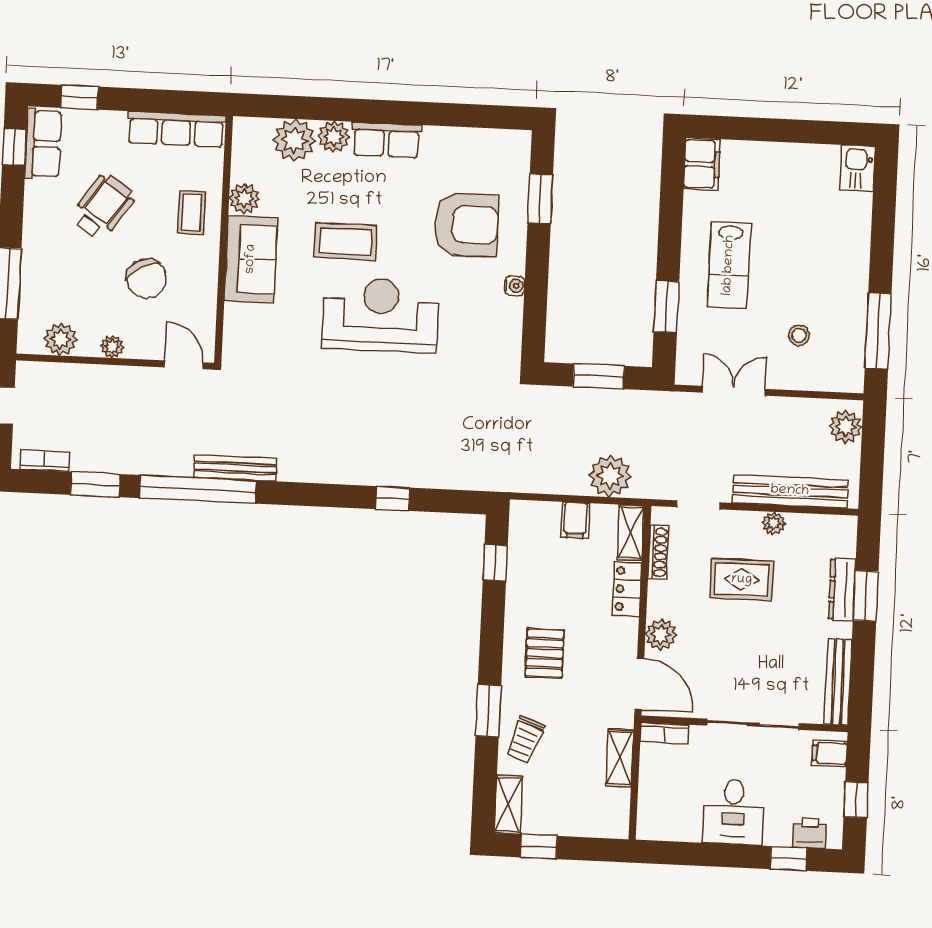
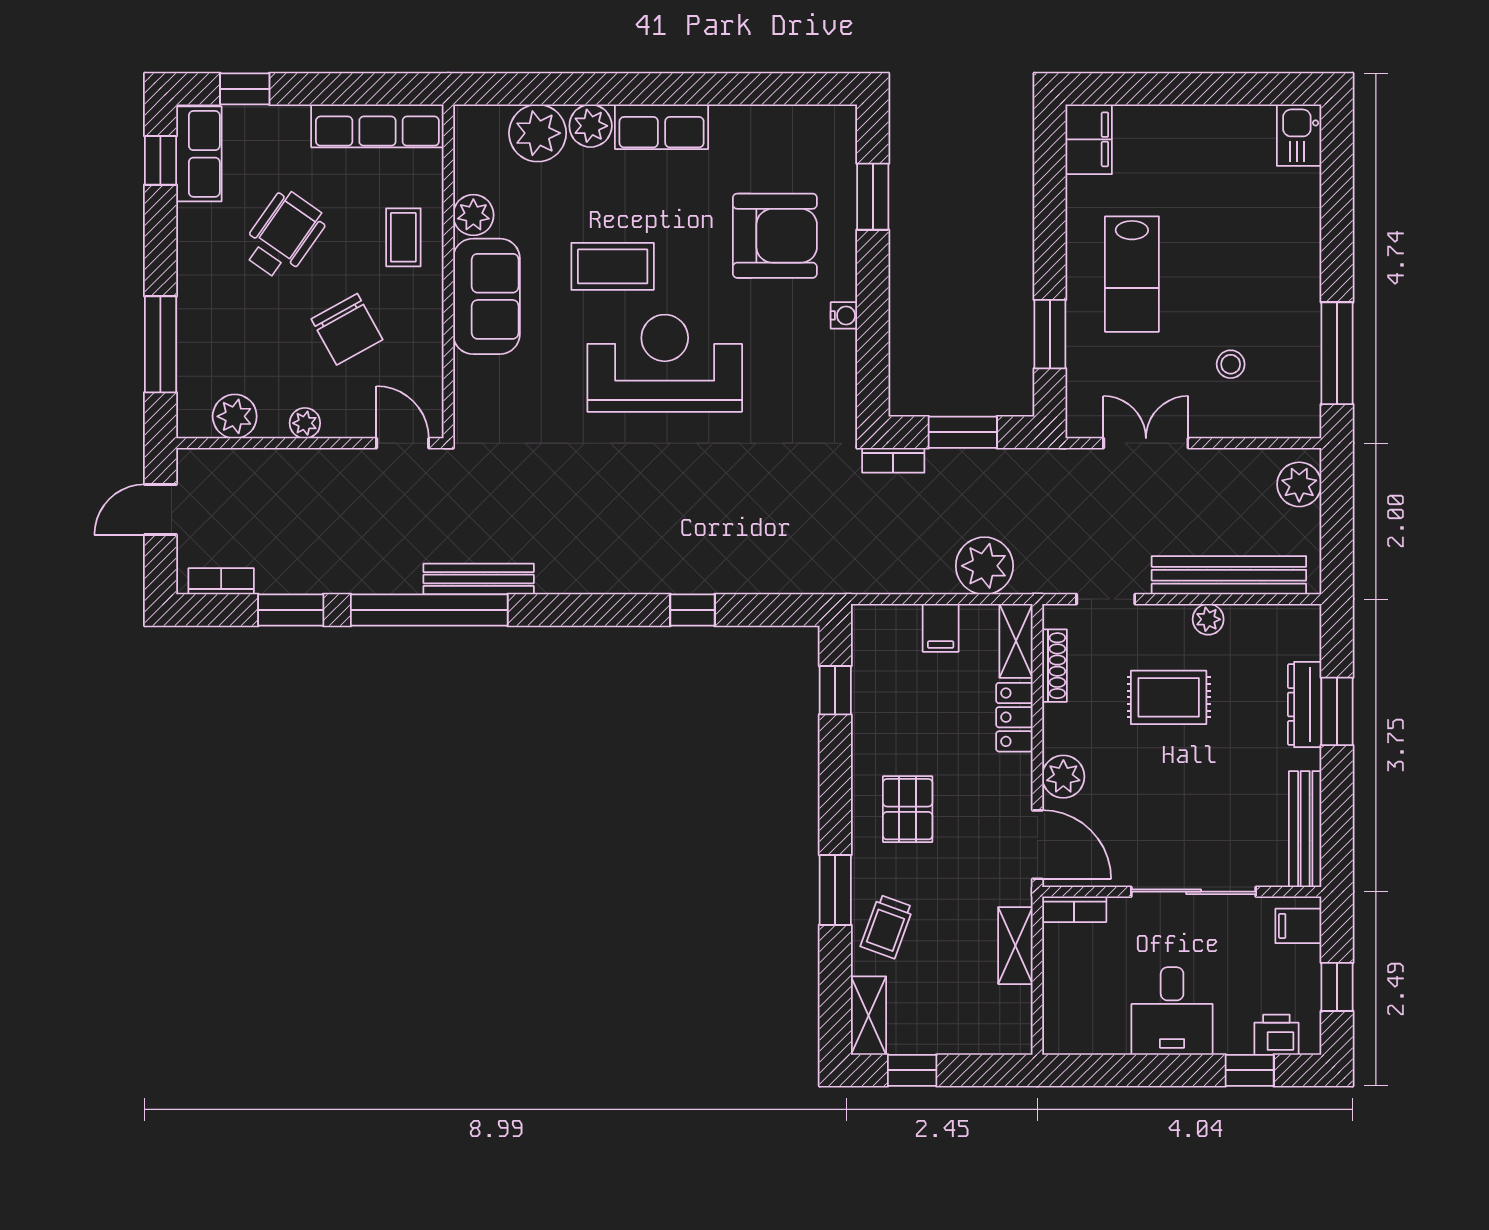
bookcase: (546, 395) -> (893, 460), added

